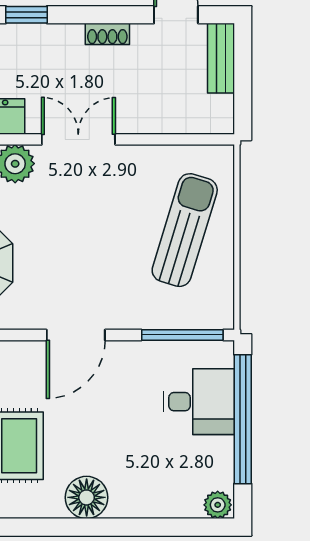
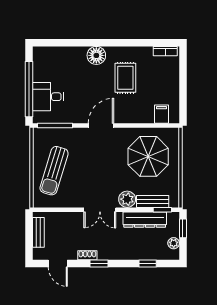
window: (26, 15) -> (99, 263), moved
bench: (221, 58) -> (38, 232), moved
plant: (218, 505) -> (40, 52), removed

